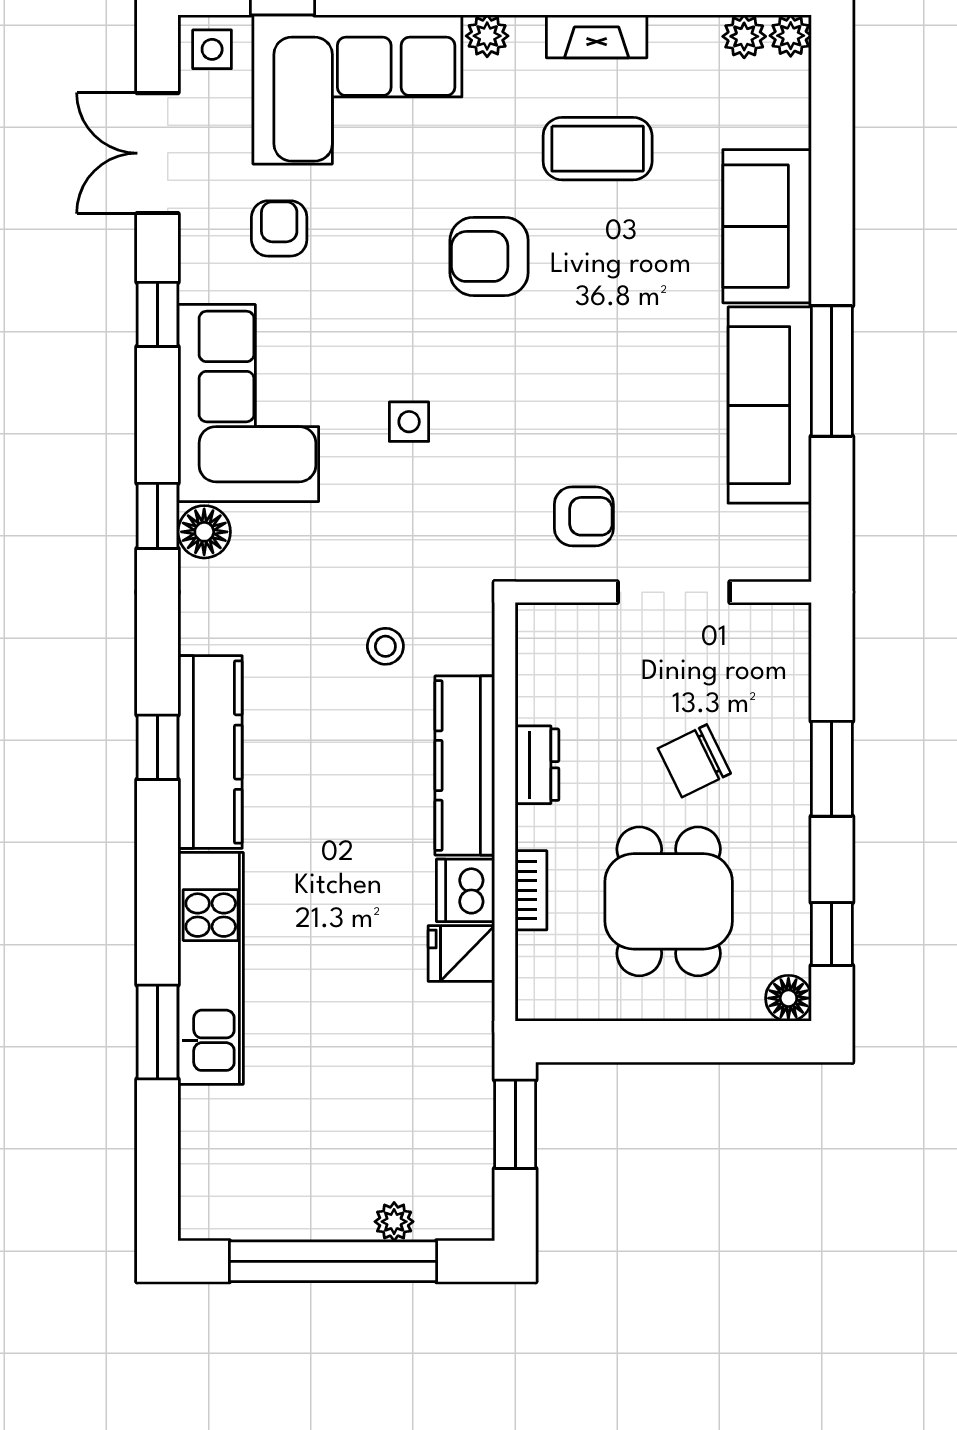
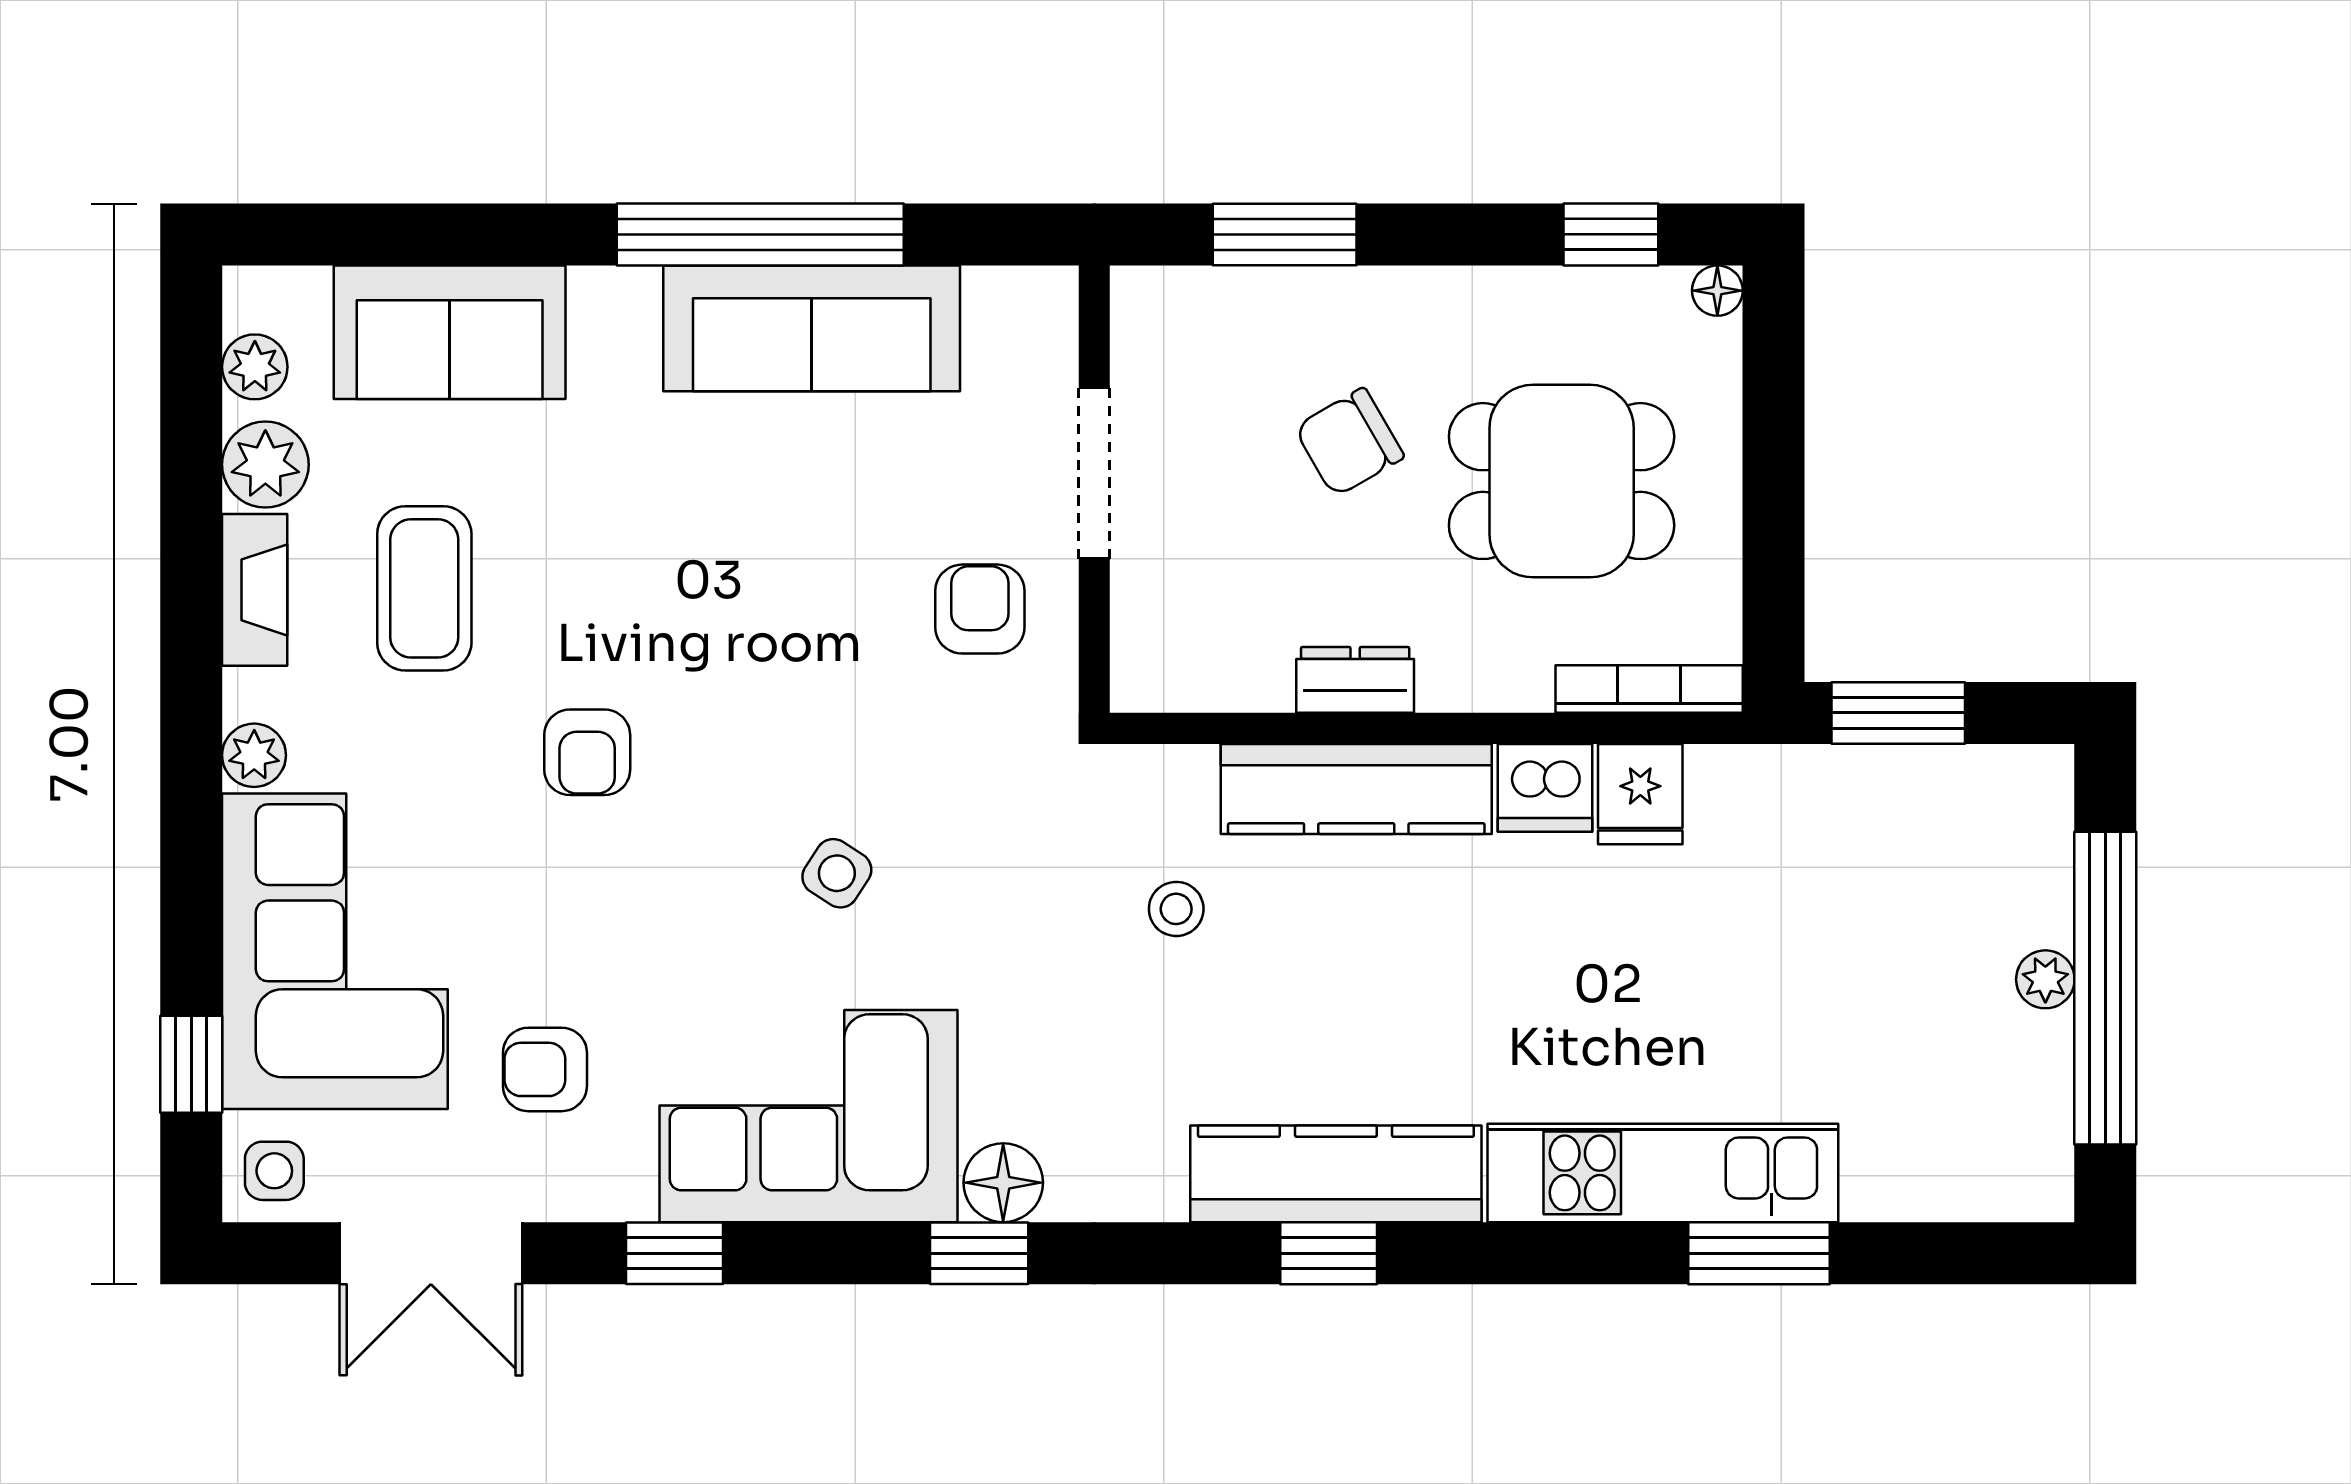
plant: (791, 36) -> (265, 465), moved, width x1.38, depth x1.38
sofa: (767, 226) -> (450, 332), moved
armchair: (489, 256) -> (587, 752), width x0.72, depth x0.72
window: (832, 371) -> (760, 234), width x1.46
side table: (409, 422) -> (837, 873), turned 33
chair: (694, 761) -> (1349, 442), turned 86
window: (832, 769) -> (1285, 234), moved
bookcase: (531, 890) -> (1649, 689), moved, width x1.56
floor lamp: (788, 998) -> (1717, 291), width x0.73, depth x0.73
plant: (394, 1222) -> (2045, 979), moved

